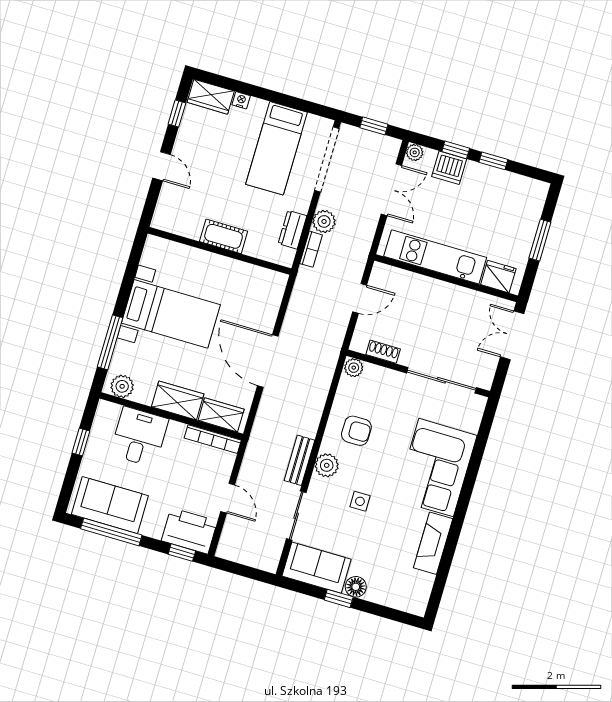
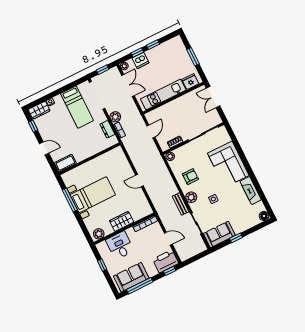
cot: (224, 236) -> (65, 163), moved
window: (110, 342) -> (70, 200), moved
door: (268, 361) -> (139, 181), width x0.53
wardrobe: (221, 415) -> (140, 213), removed
floor lamp: (356, 587) -> (264, 216), moved

